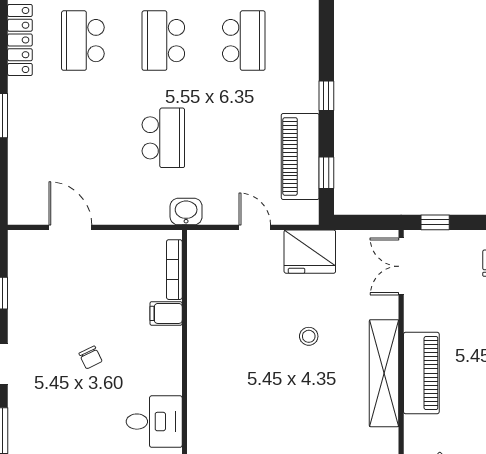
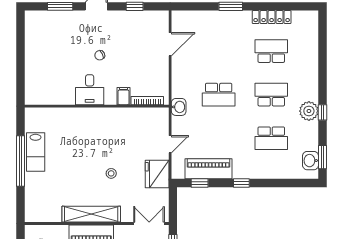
desk: (154, 422) -> (90, 90), moved

